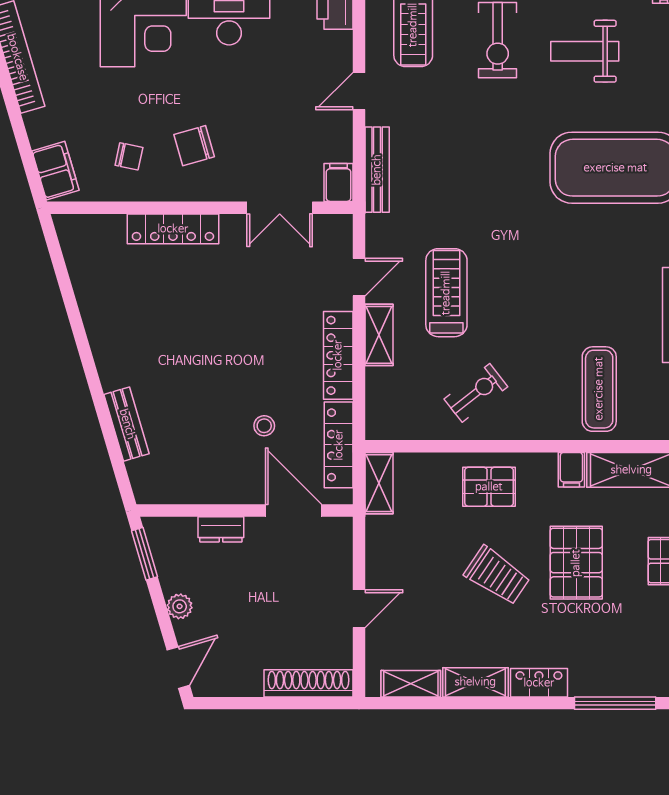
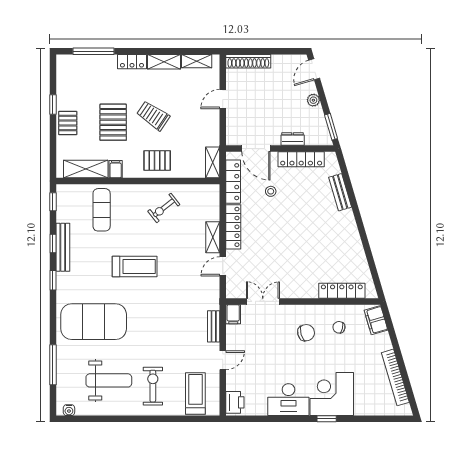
weight bench: (585, 51) -> (109, 380), width x1.36, depth x1.33
bench: (377, 170) -> (214, 326), width x0.73
locker: (173, 229) -> (342, 291), moved
treadmill: (446, 293) -> (135, 266), moved, turned -90
locker: (204, 489) -> (301, 159), added

